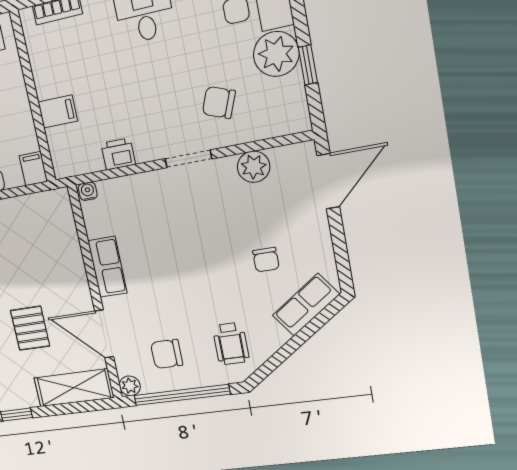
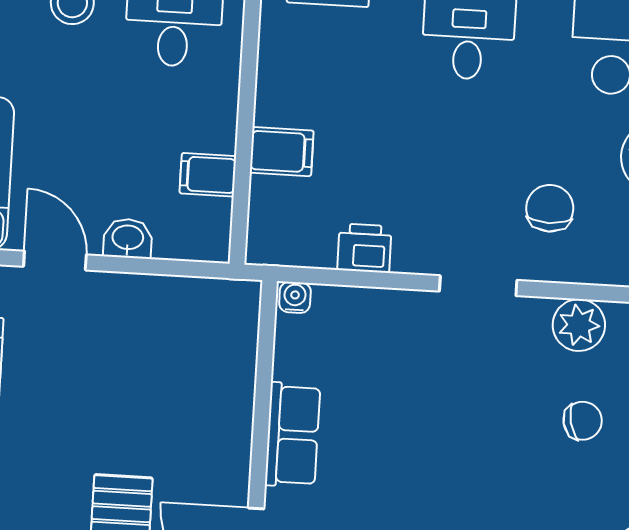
chair: (219, 102) -> (550, 208), turned 69
filing cabinet: (33, 169) -> (208, 175), moved, turned -90
chair: (266, 260) -> (583, 421), moved, turned -103

